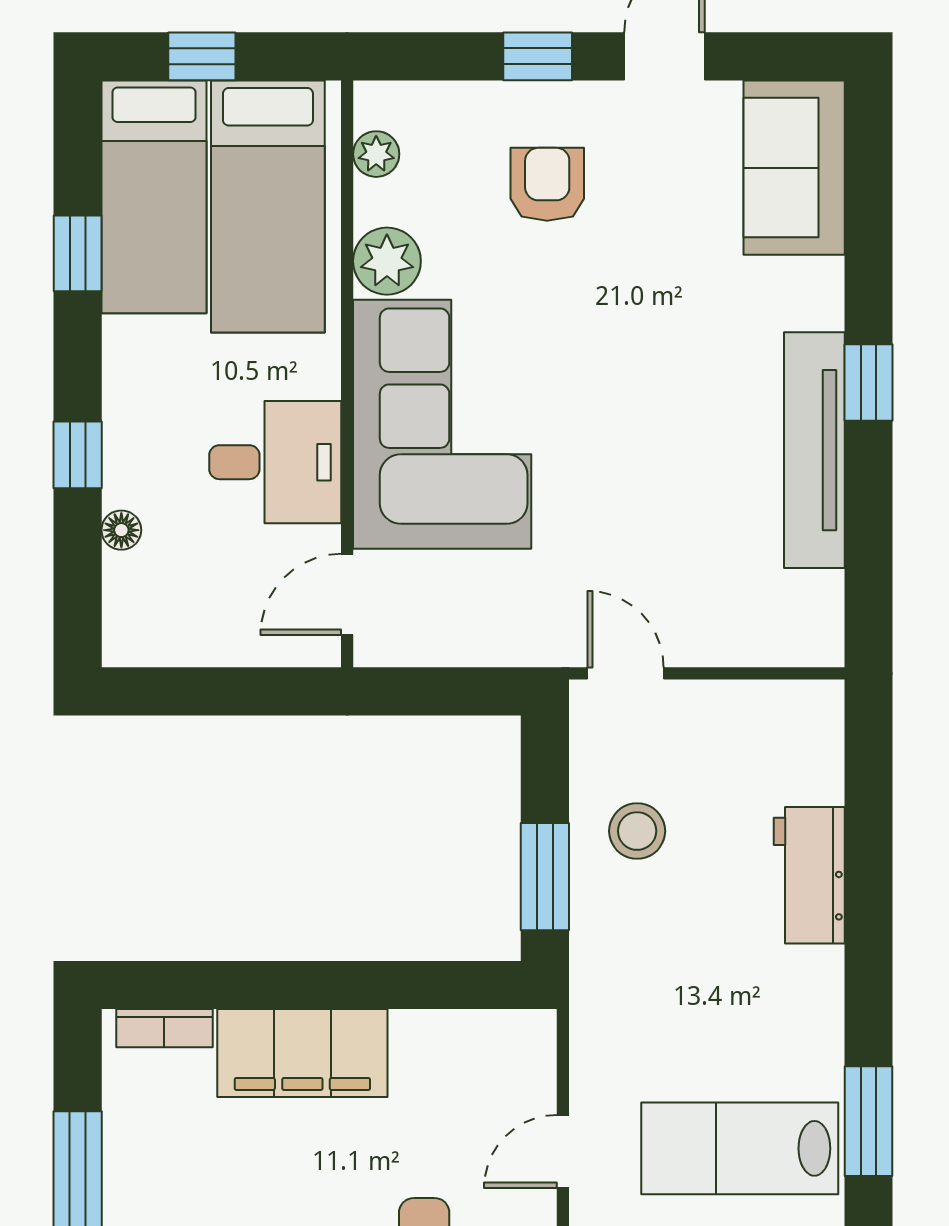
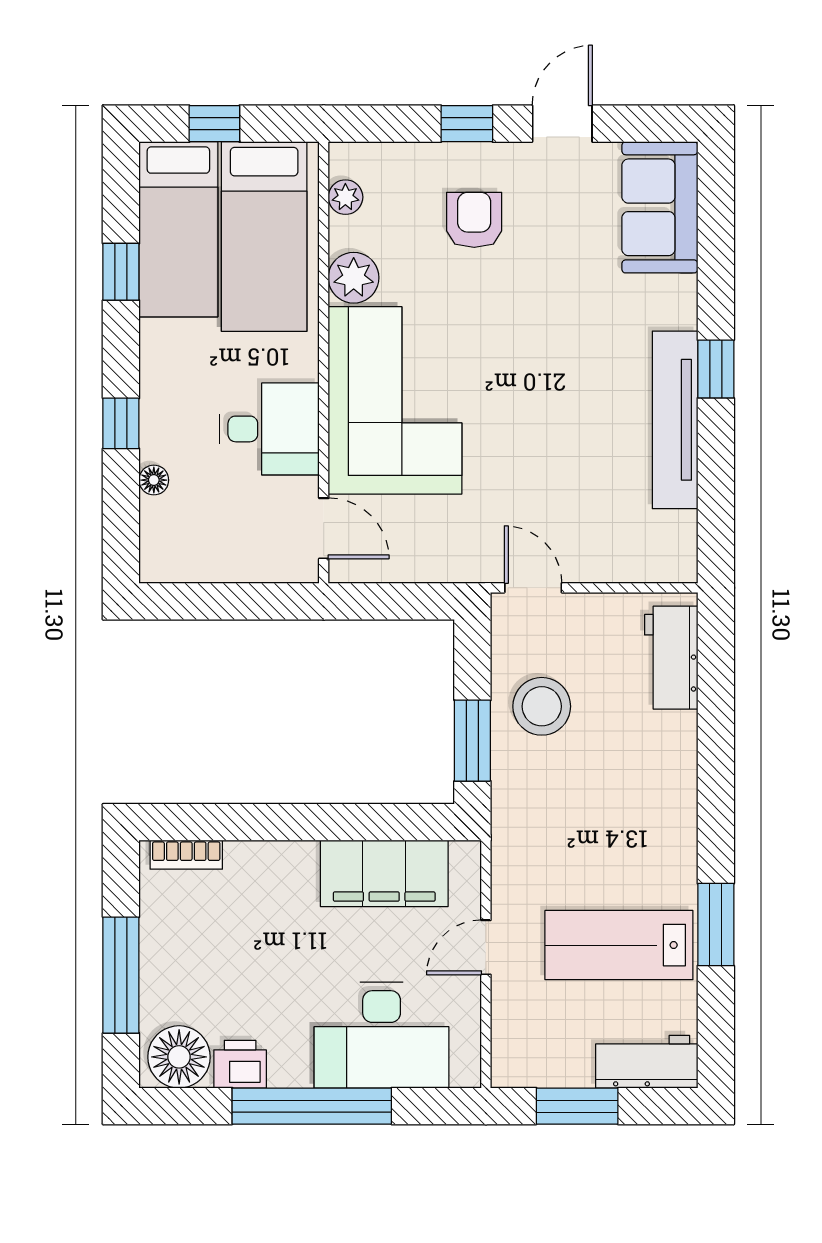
door: (347, 594) -> (324, 528), swing flipped
stool: (637, 831) -> (542, 706), width x1.38, depth x1.38
workbench: (809, 875) -> (671, 658), moved
filing cabinet: (302, 1053) -> (384, 873), moved

